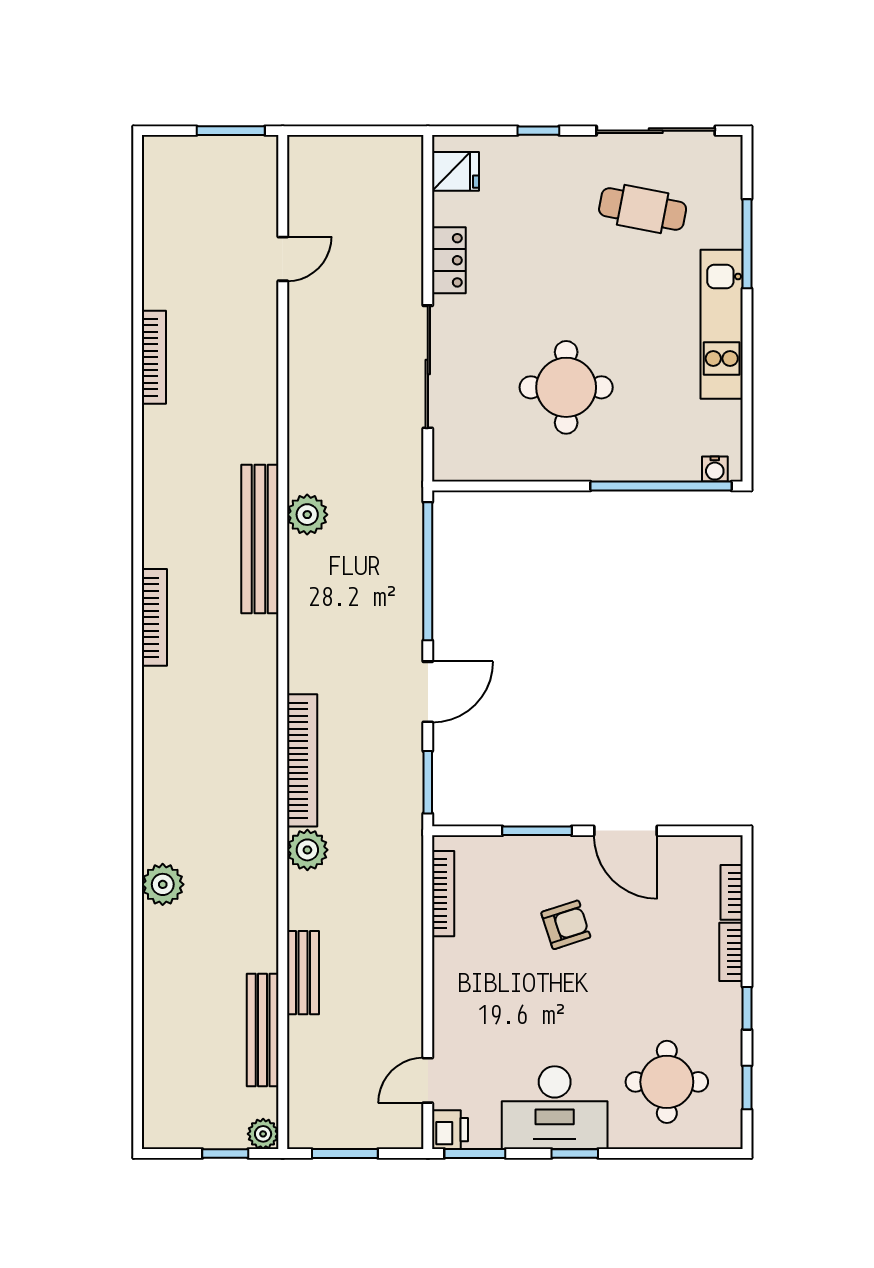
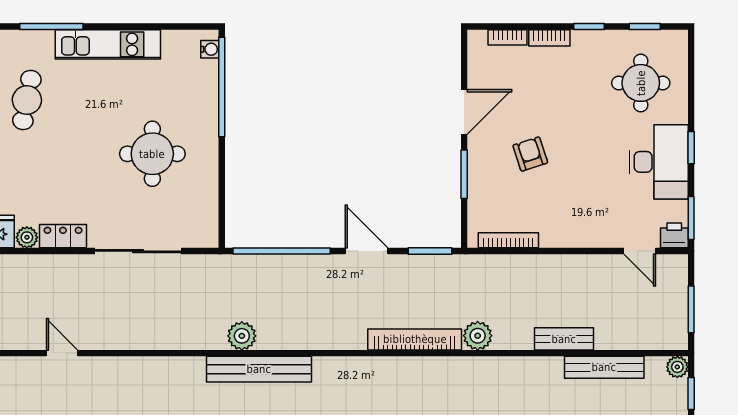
plant: (447, 209) -> (27, 237), added

